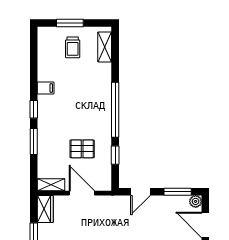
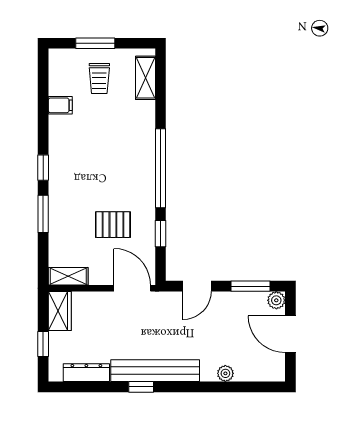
filing cabinet: (46, 88) -> (60, 105), moved
door: (82, 193) -> (132, 288), moved

